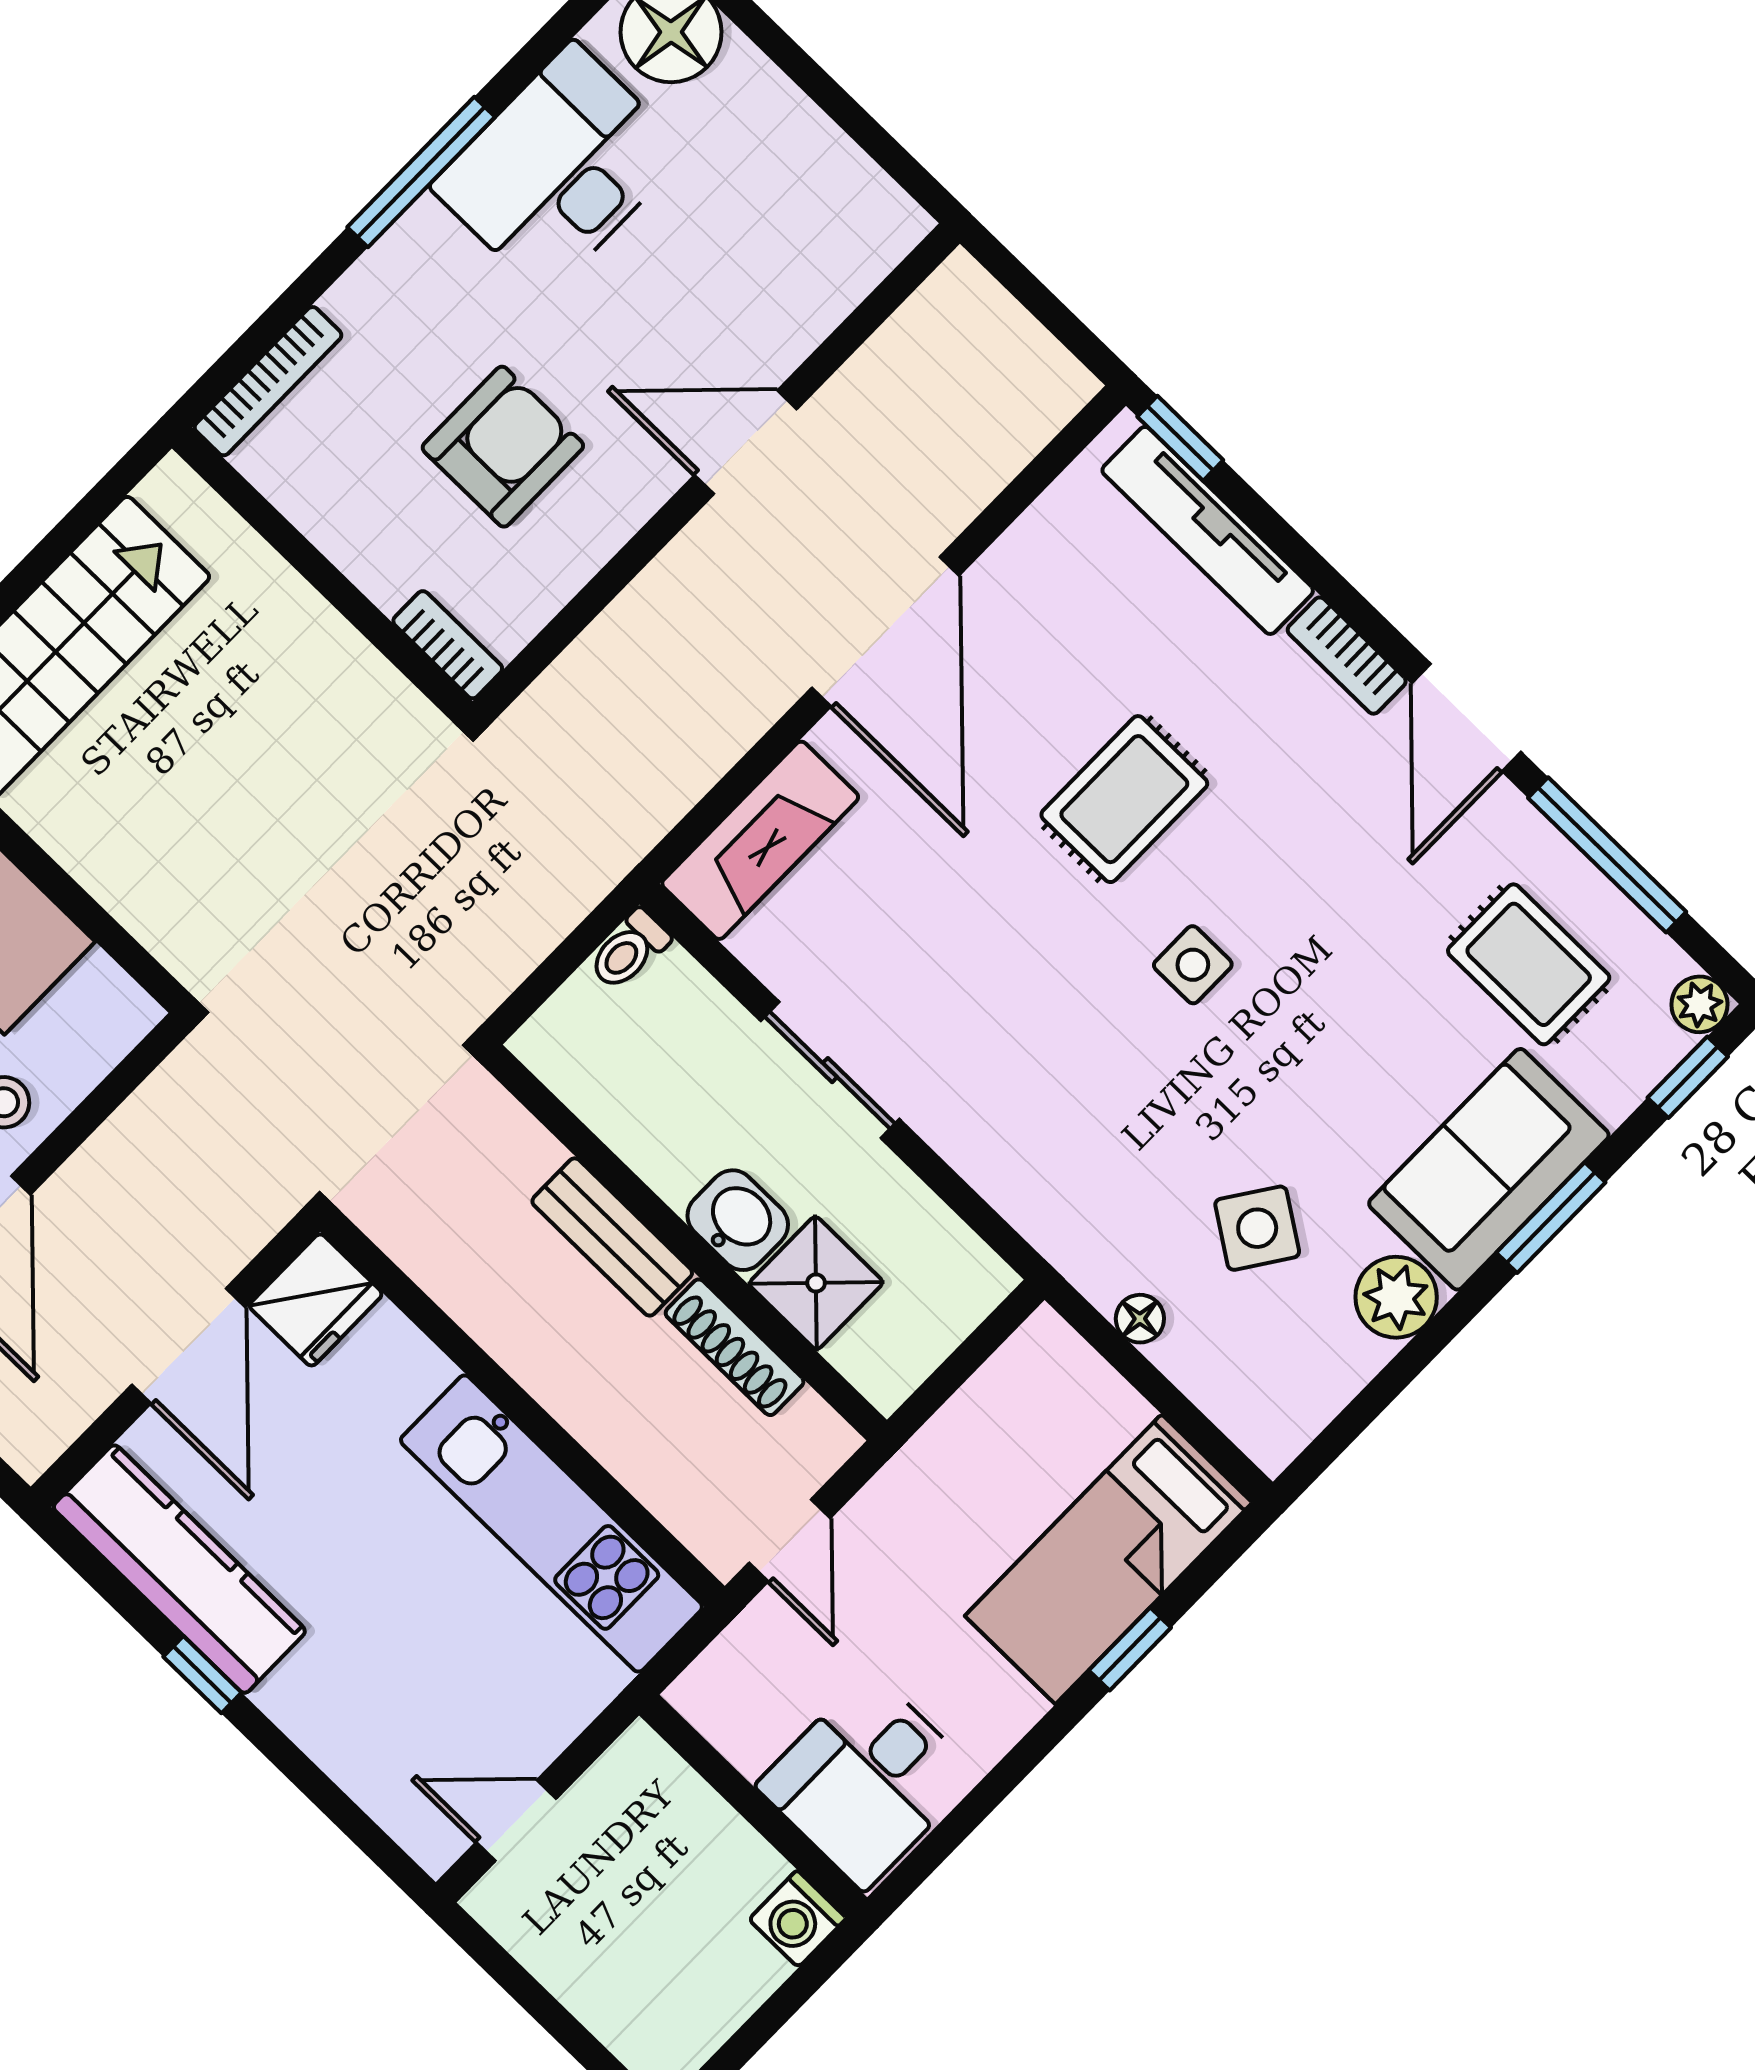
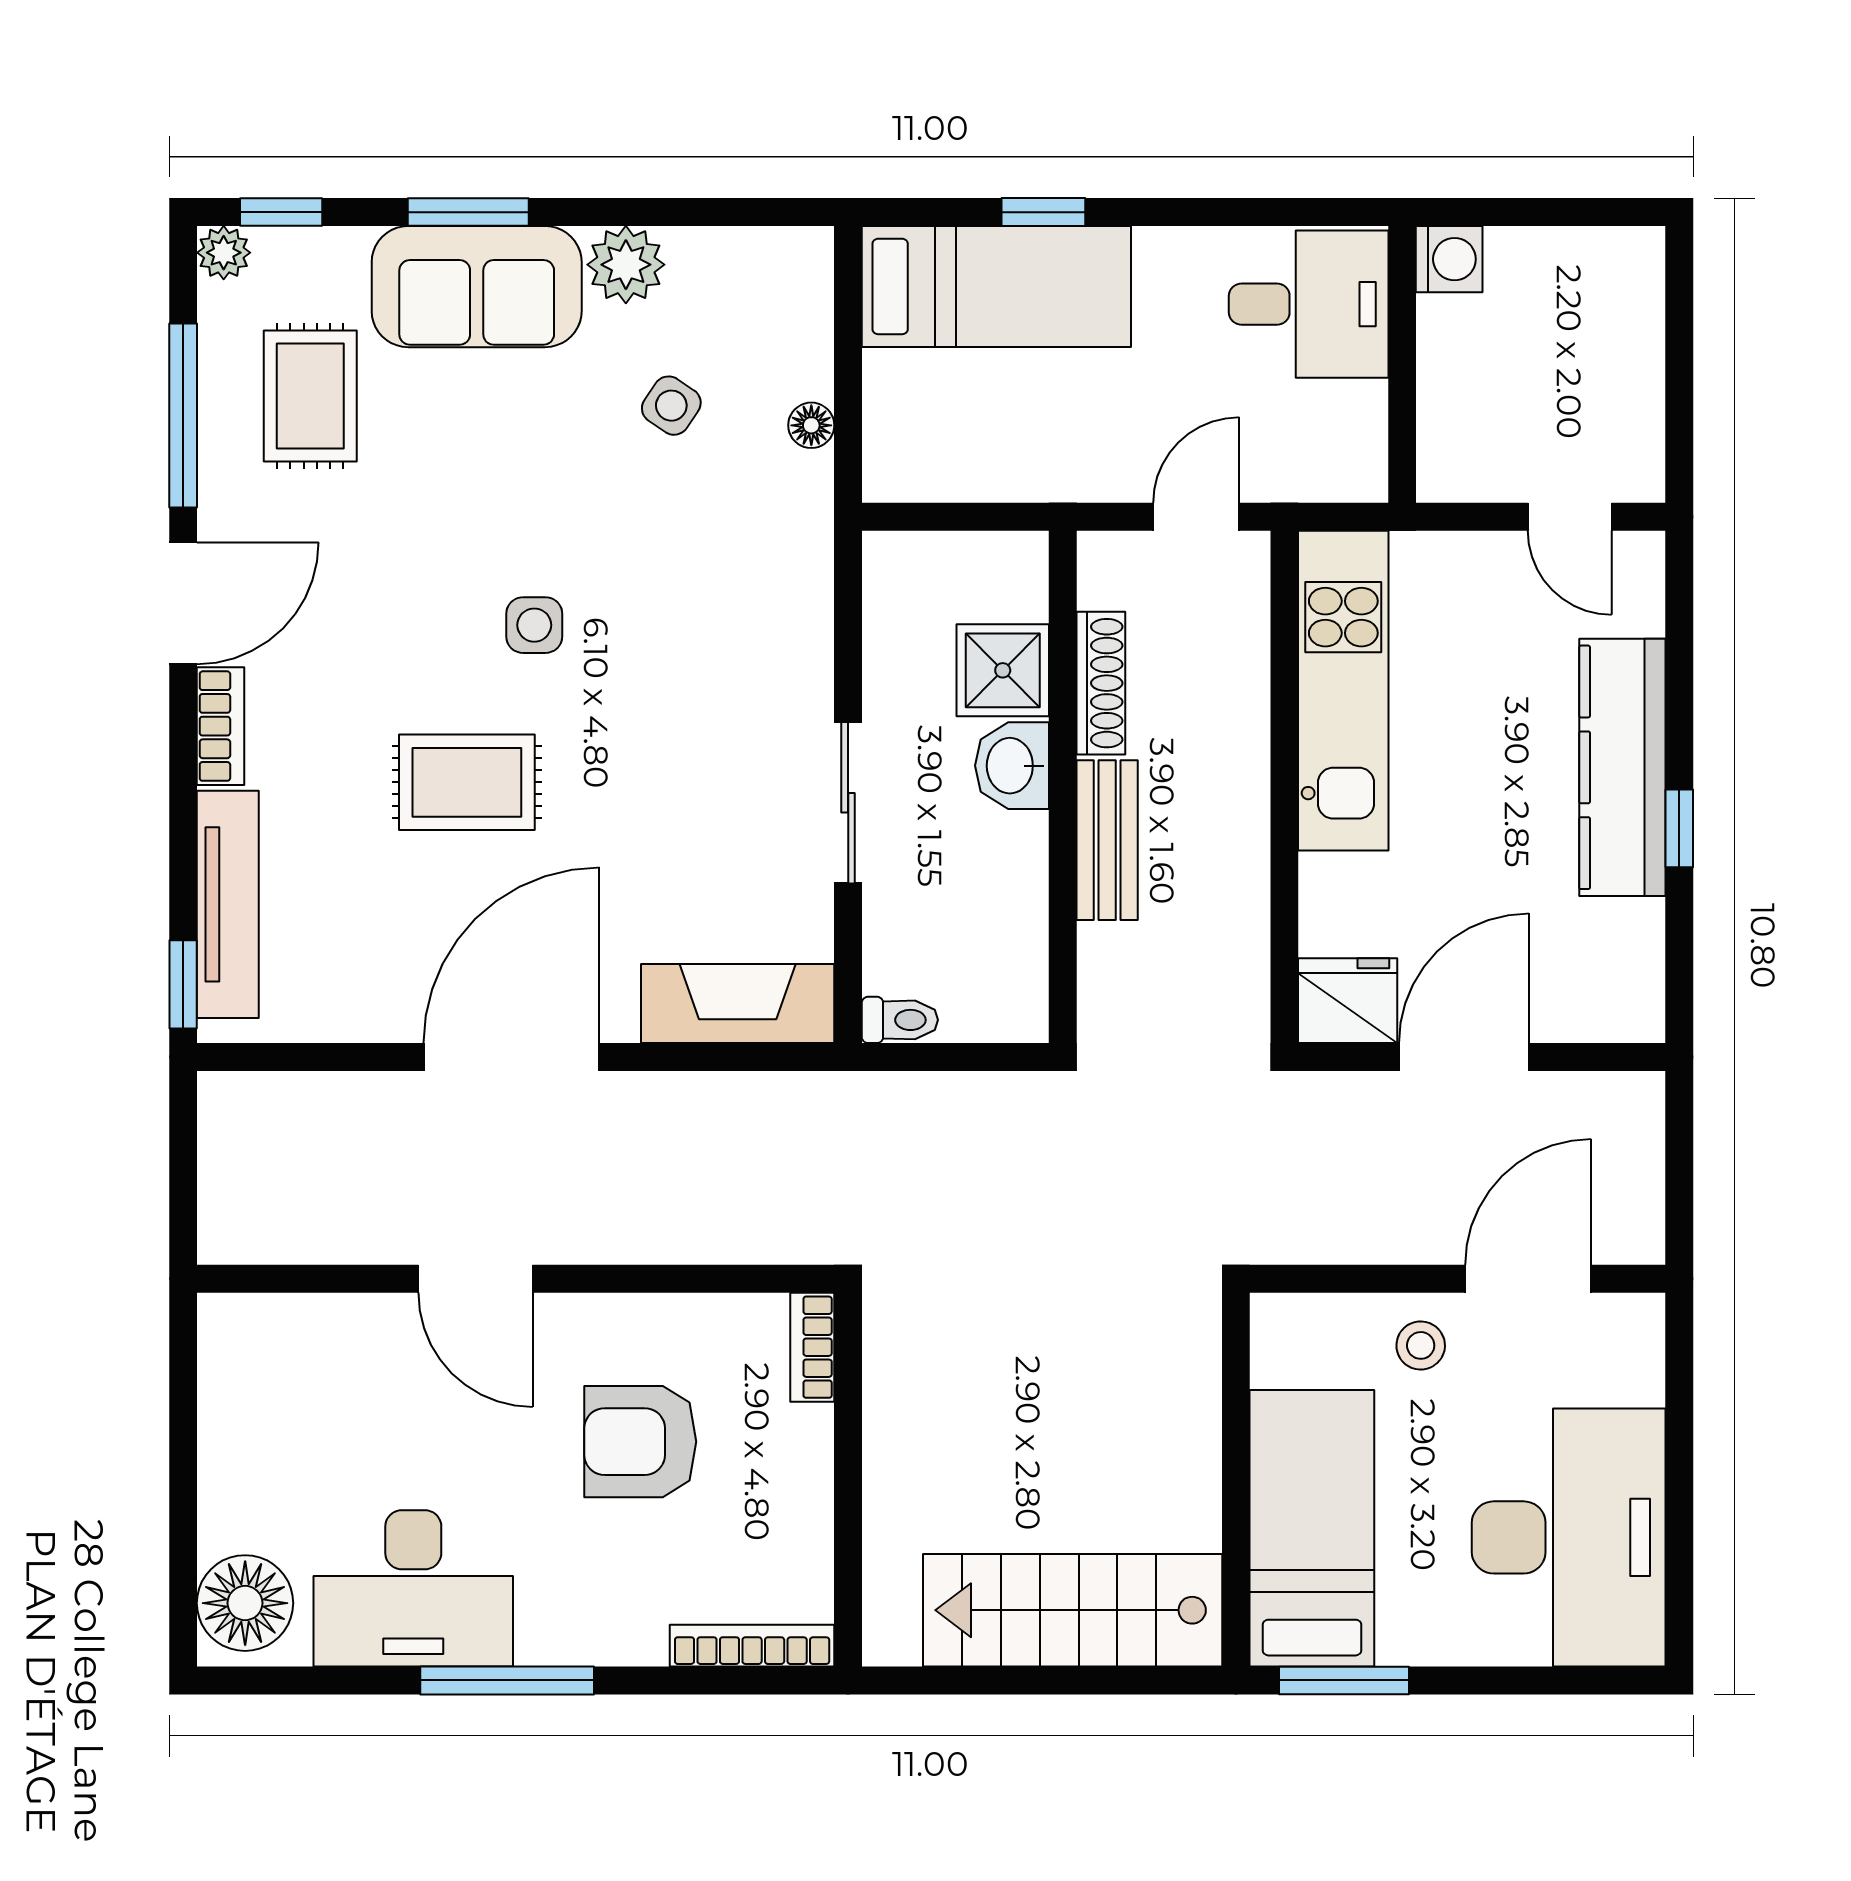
side table: (1257, 1228) -> (671, 406), width x0.73, depth x0.73
kitchen counter: (179, 1569) -> (1622, 767), moved

